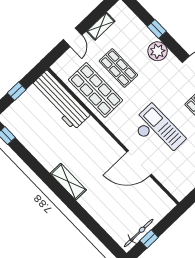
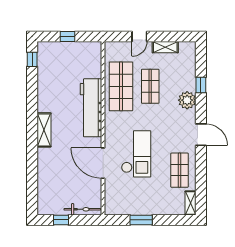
workbench: (60, 100) -> (91, 108), moved
bicycle: (139, 233) -> (82, 209), moved

